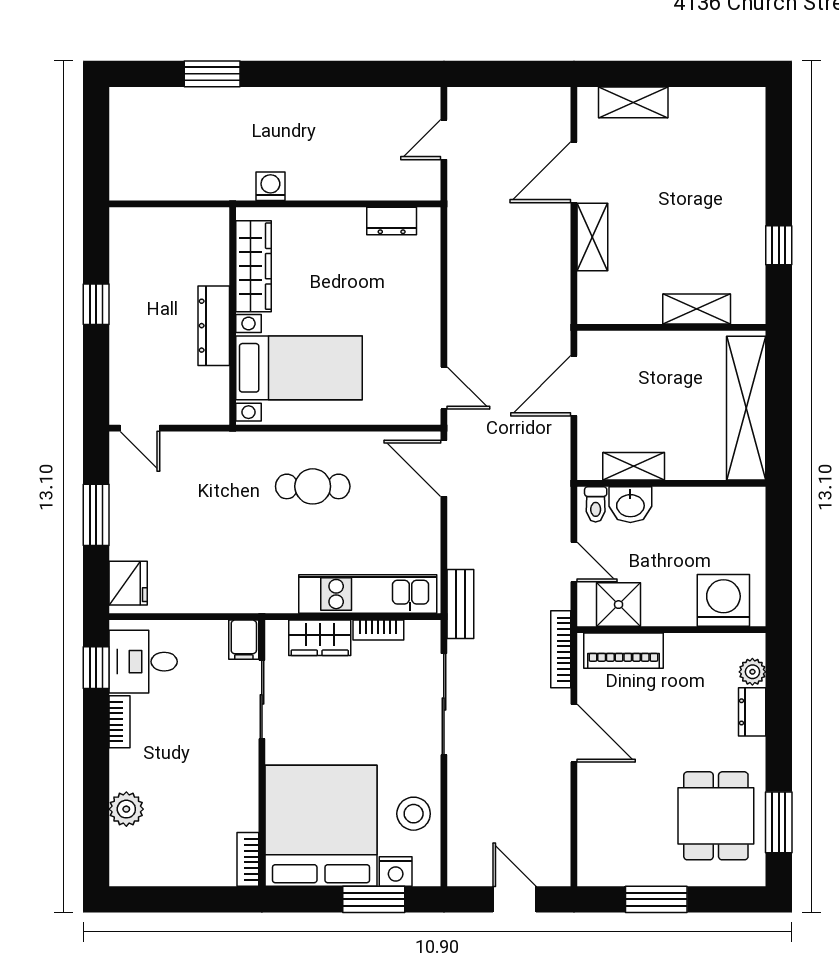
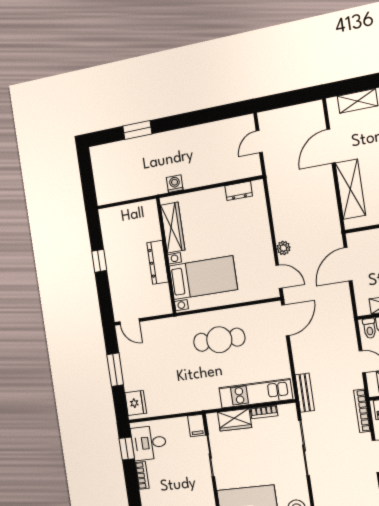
shelving: (592, 237) -> (350, 189), width x1.50, depth x1.33
plant: (460, 338) -> (283, 248), added
door: (444, 468) -> (285, 320), swing flipped
cafe table: (313, 486) -> (219, 340), width x1.37, depth x1.35

